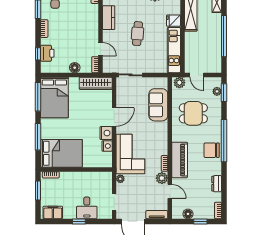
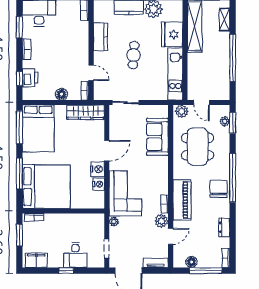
fridge: (173, 21) -> (172, 34), width x1.88, depth x1.34
dining table: (193, 113) -> (198, 147), width x1.38
chair: (212, 150) -> (219, 189), turned 90
bed: (61, 153) -> (46, 187), width x1.36
door: (170, 191) -> (171, 236), hinge flipped
window: (200, 221) -> (206, 271), width x2.17

